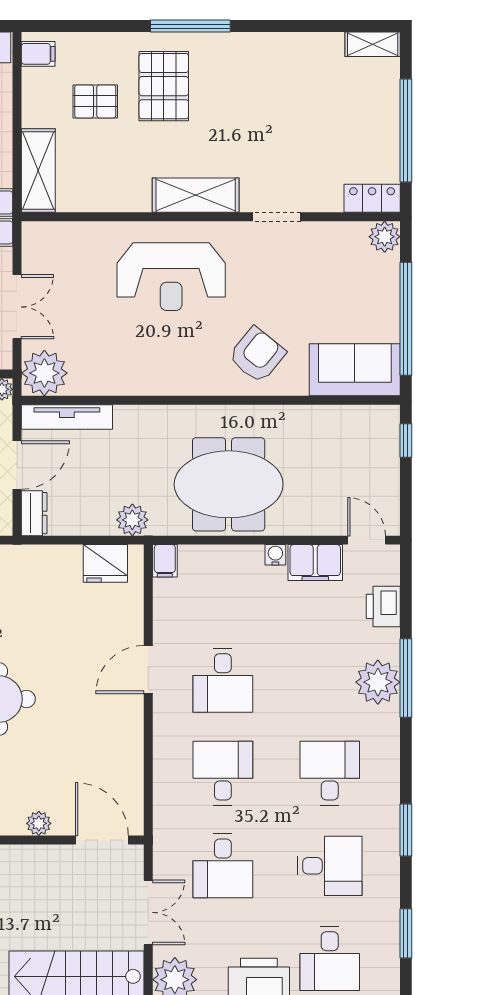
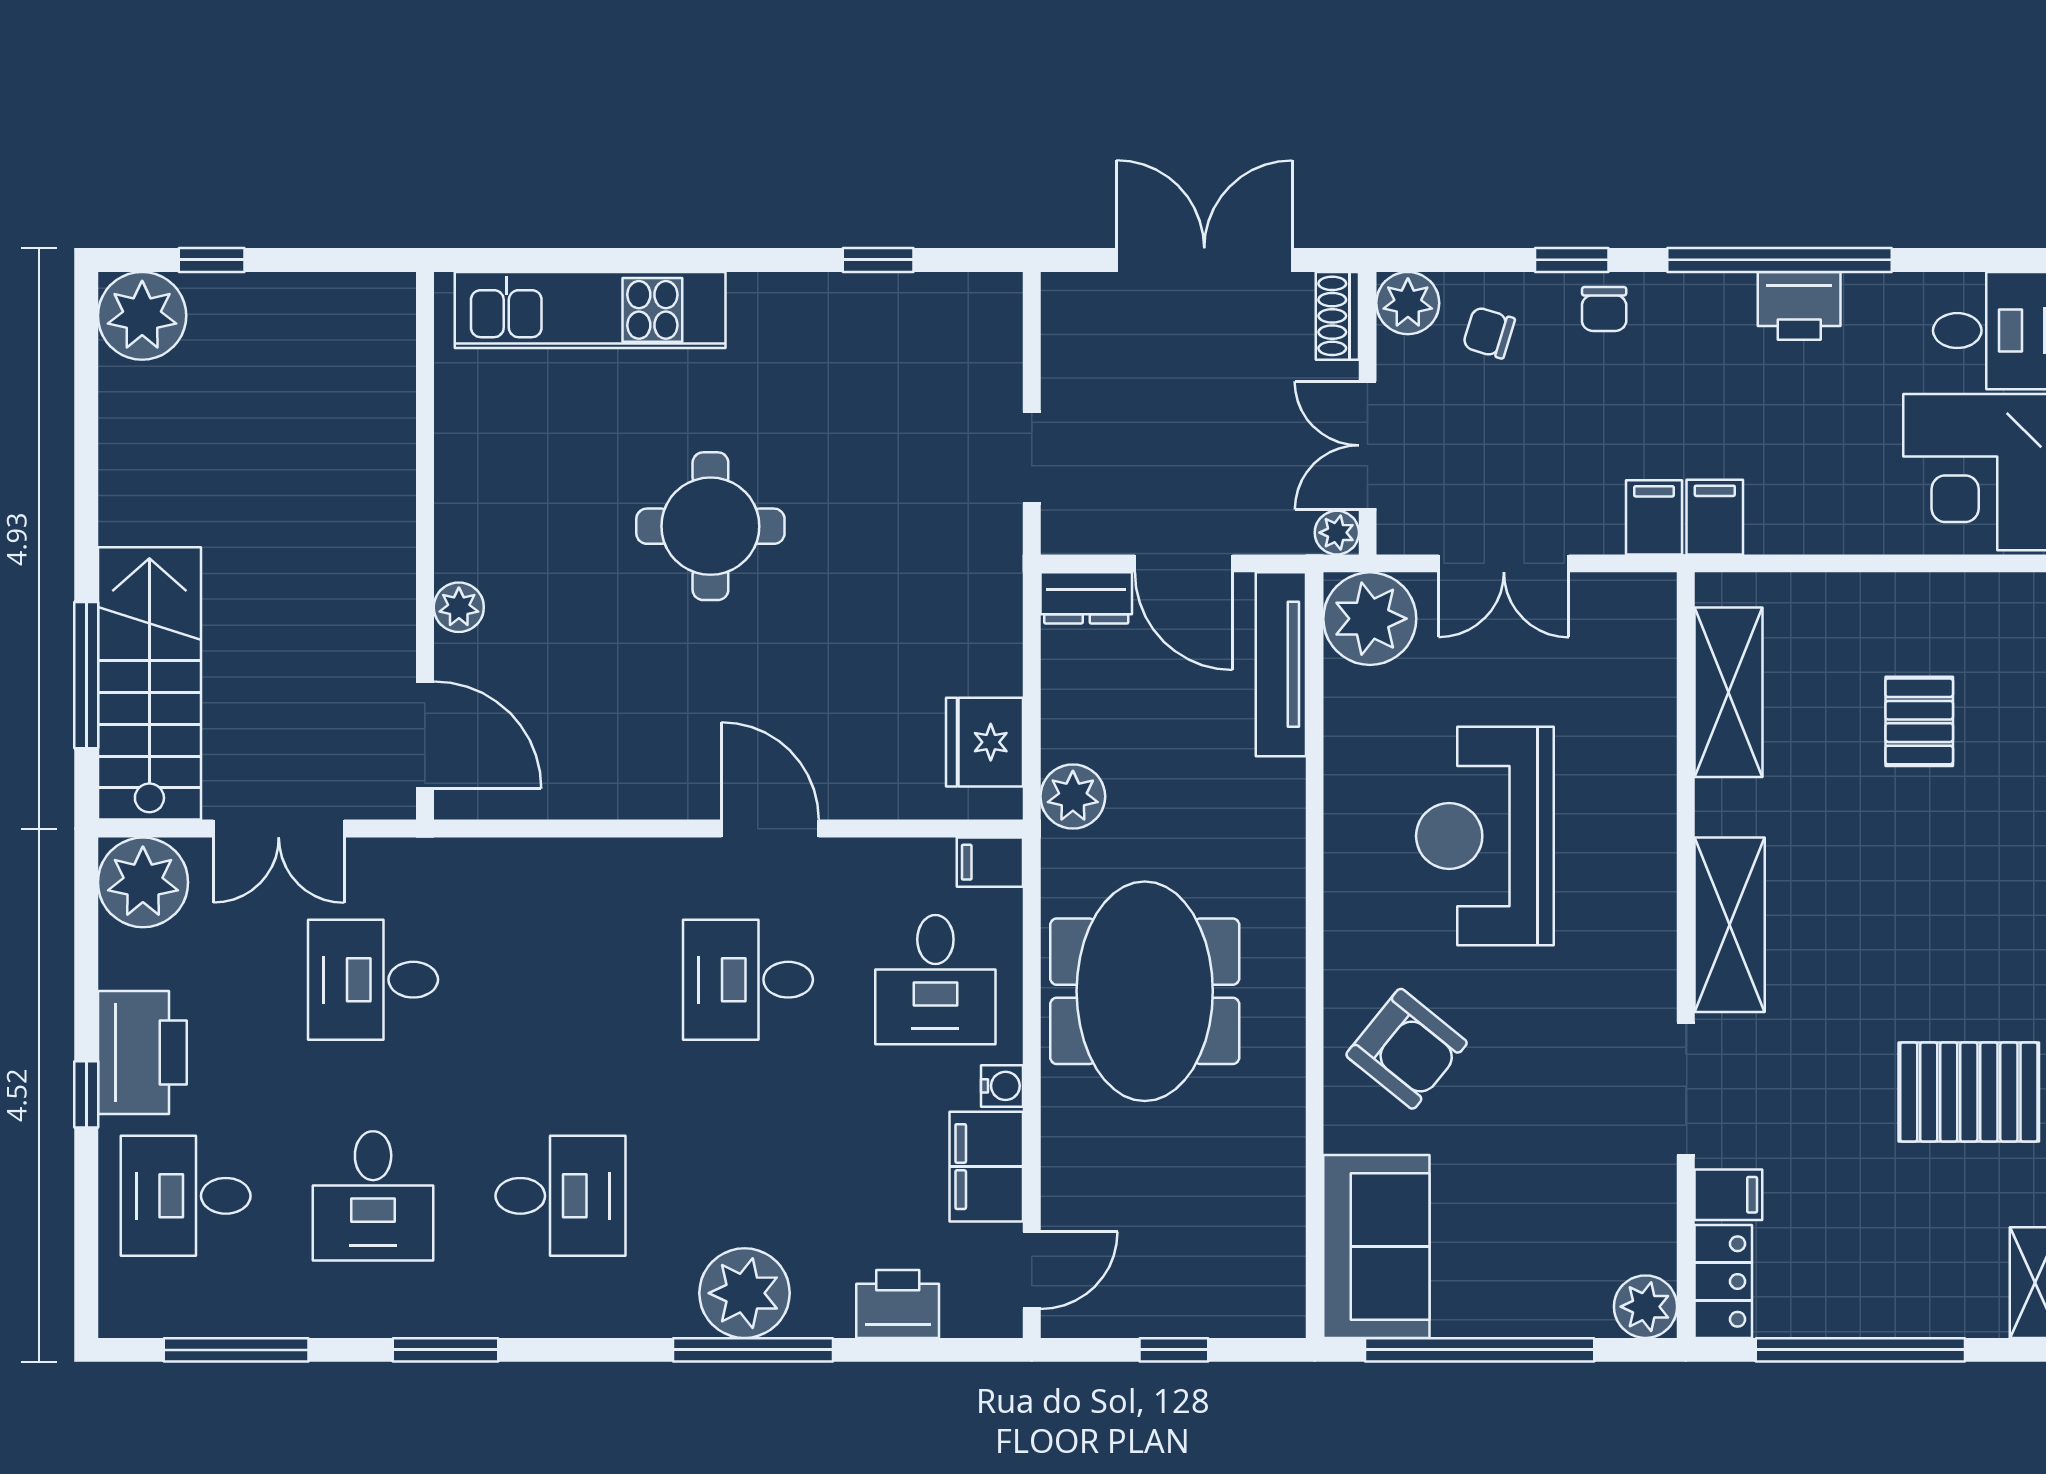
filing cabinet: (38, 54) -> (1728, 1195), moved, turned -90
pallet: (164, 86) -> (1969, 1092), moved
shelving: (38, 171) -> (1729, 692), moved, turned 90
doorway: (277, 217) -> (1686, 1089), width x1.38
reception desk: (171, 277) -> (1485, 836), moved
window: (406, 441) -> (1174, 1350), moved
desk: (223, 773) -> (935, 980), moved, turned 90
door: (102, 840) -> (425, 735), hinge flipped
window: (406, 933) -> (236, 1350), width x1.44

